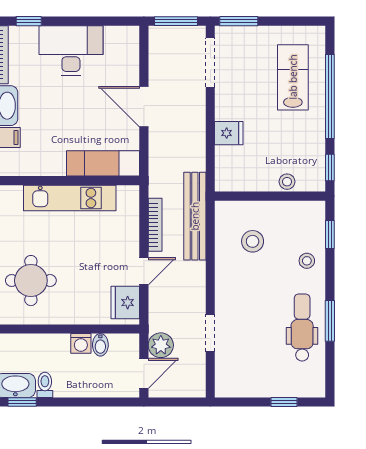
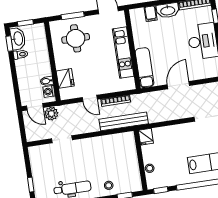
fridge: (229, 133) -> (146, 137), moved
stool: (253, 241) -> (115, 155), removed
fridge: (125, 303) -> (65, 78), moved, turned 90
washing machine: (81, 343) -> (49, 91), moved

